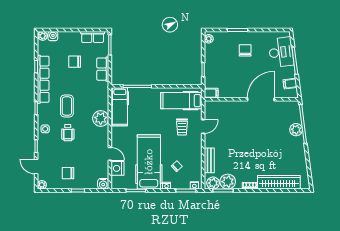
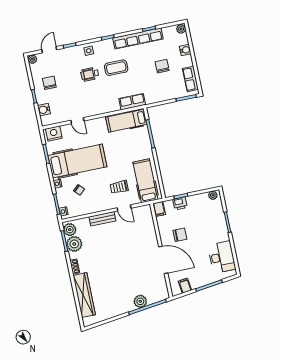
water cooler: (53, 36) -> (185, 50), moved
chair: (245, 50) -> (180, 235), moved
desk: (281, 52) -> (222, 257), moved, turned -83
row of seats: (103, 69) -> (132, 102), moved
printer: (210, 72) -> (180, 203), added
plant: (101, 118) -> (111, 104), removed
door: (110, 154) -> (77, 121), hinge flipped
bench: (209, 160) -> (102, 219), moved
nightstand: (118, 168) -> (54, 134), moved
water cooler: (103, 184) -> (44, 110), moved

